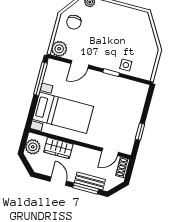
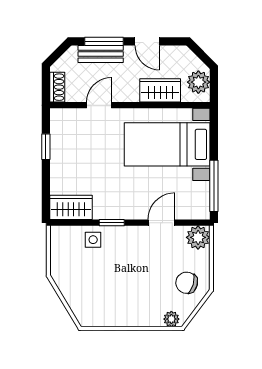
chair: (74, 22) -> (187, 283), turned -74
wardrobe: (134, 89) -> (71, 207), added
door: (110, 152) -> (99, 105), moved

